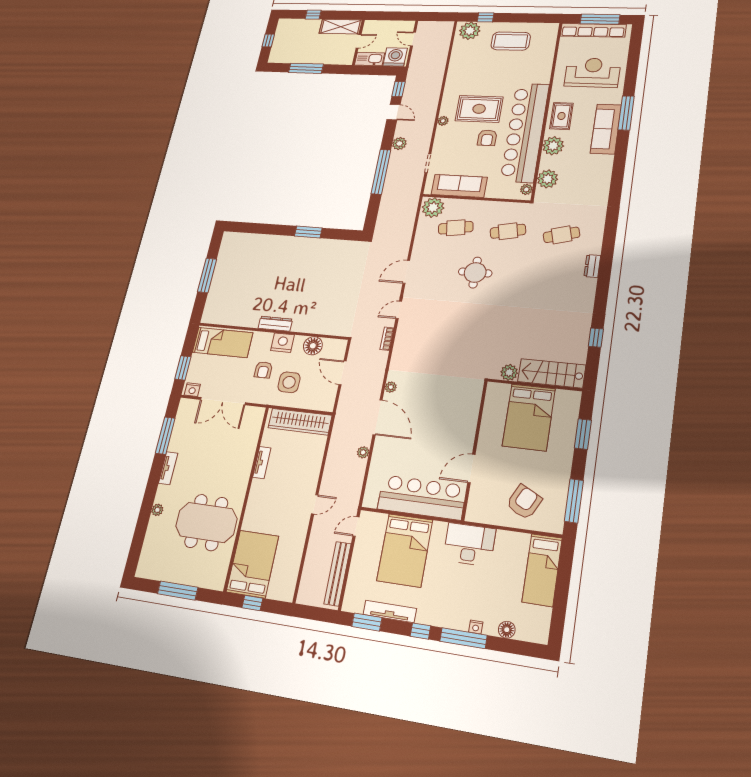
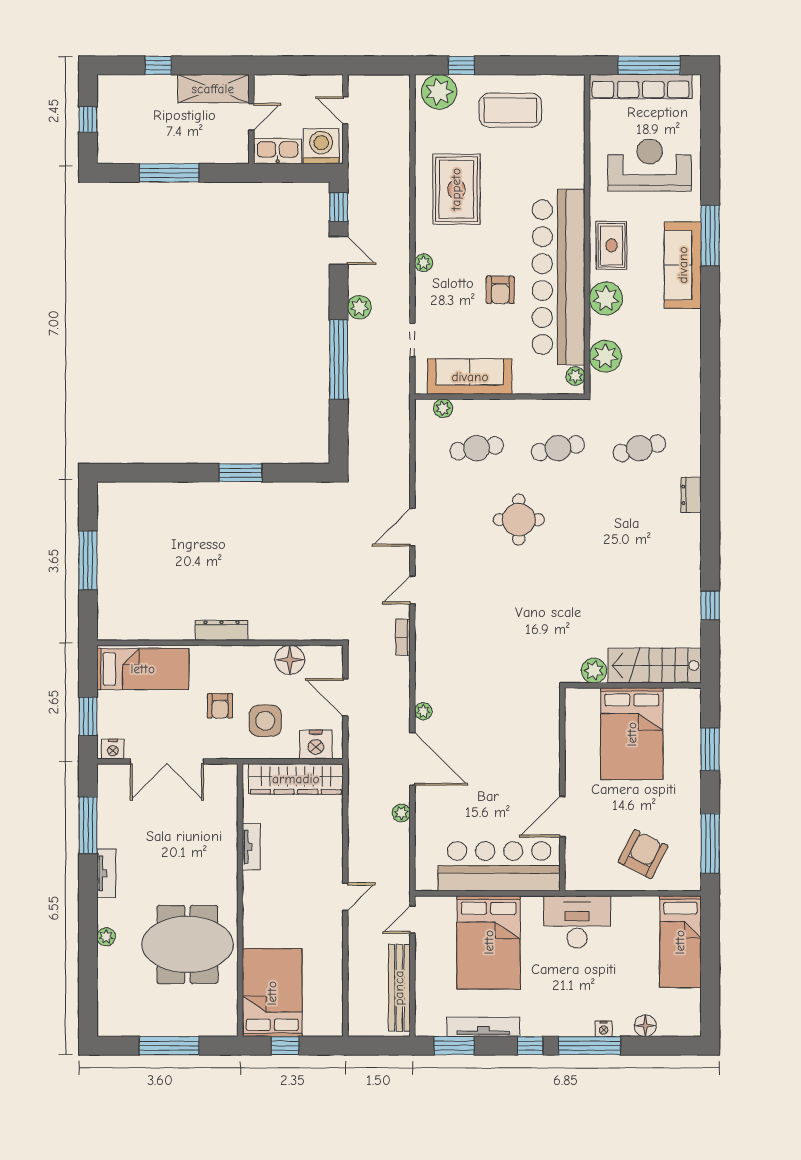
rug: (479, 109) -> (456, 189), moved, turned 90
plant: (433, 208) -> (443, 408), width x0.53, depth x0.53
nightstand: (282, 343) -> (316, 745), moved, turned 180

